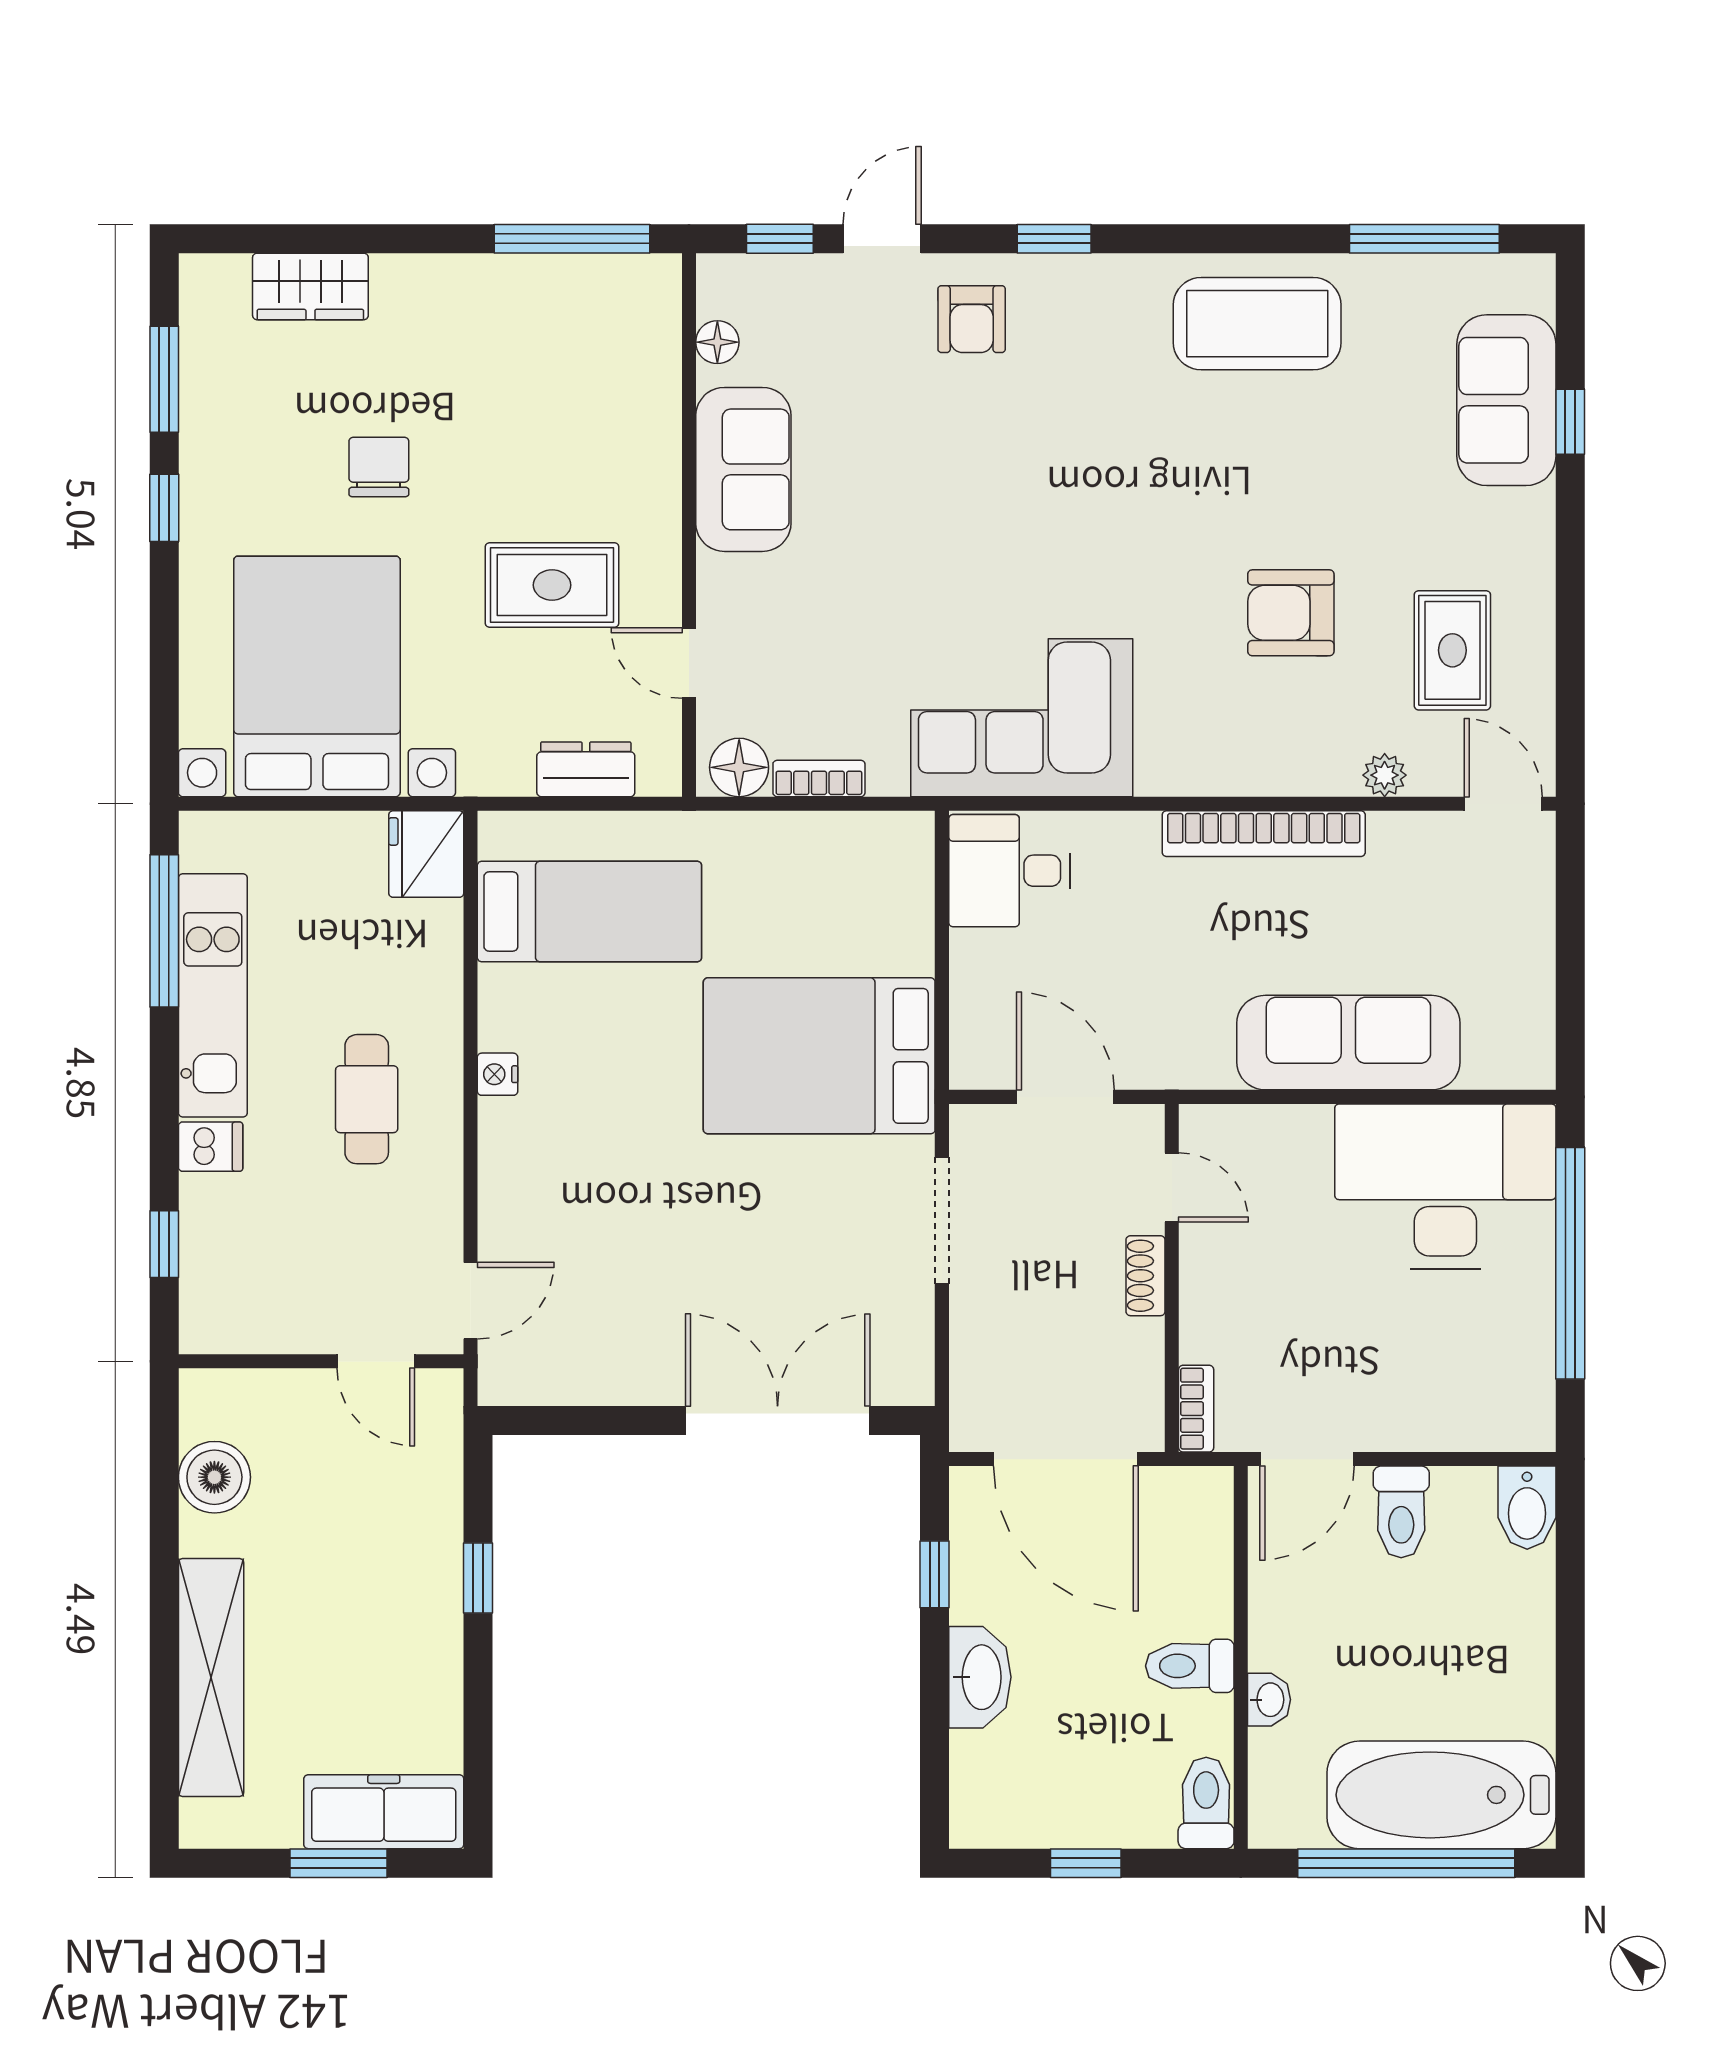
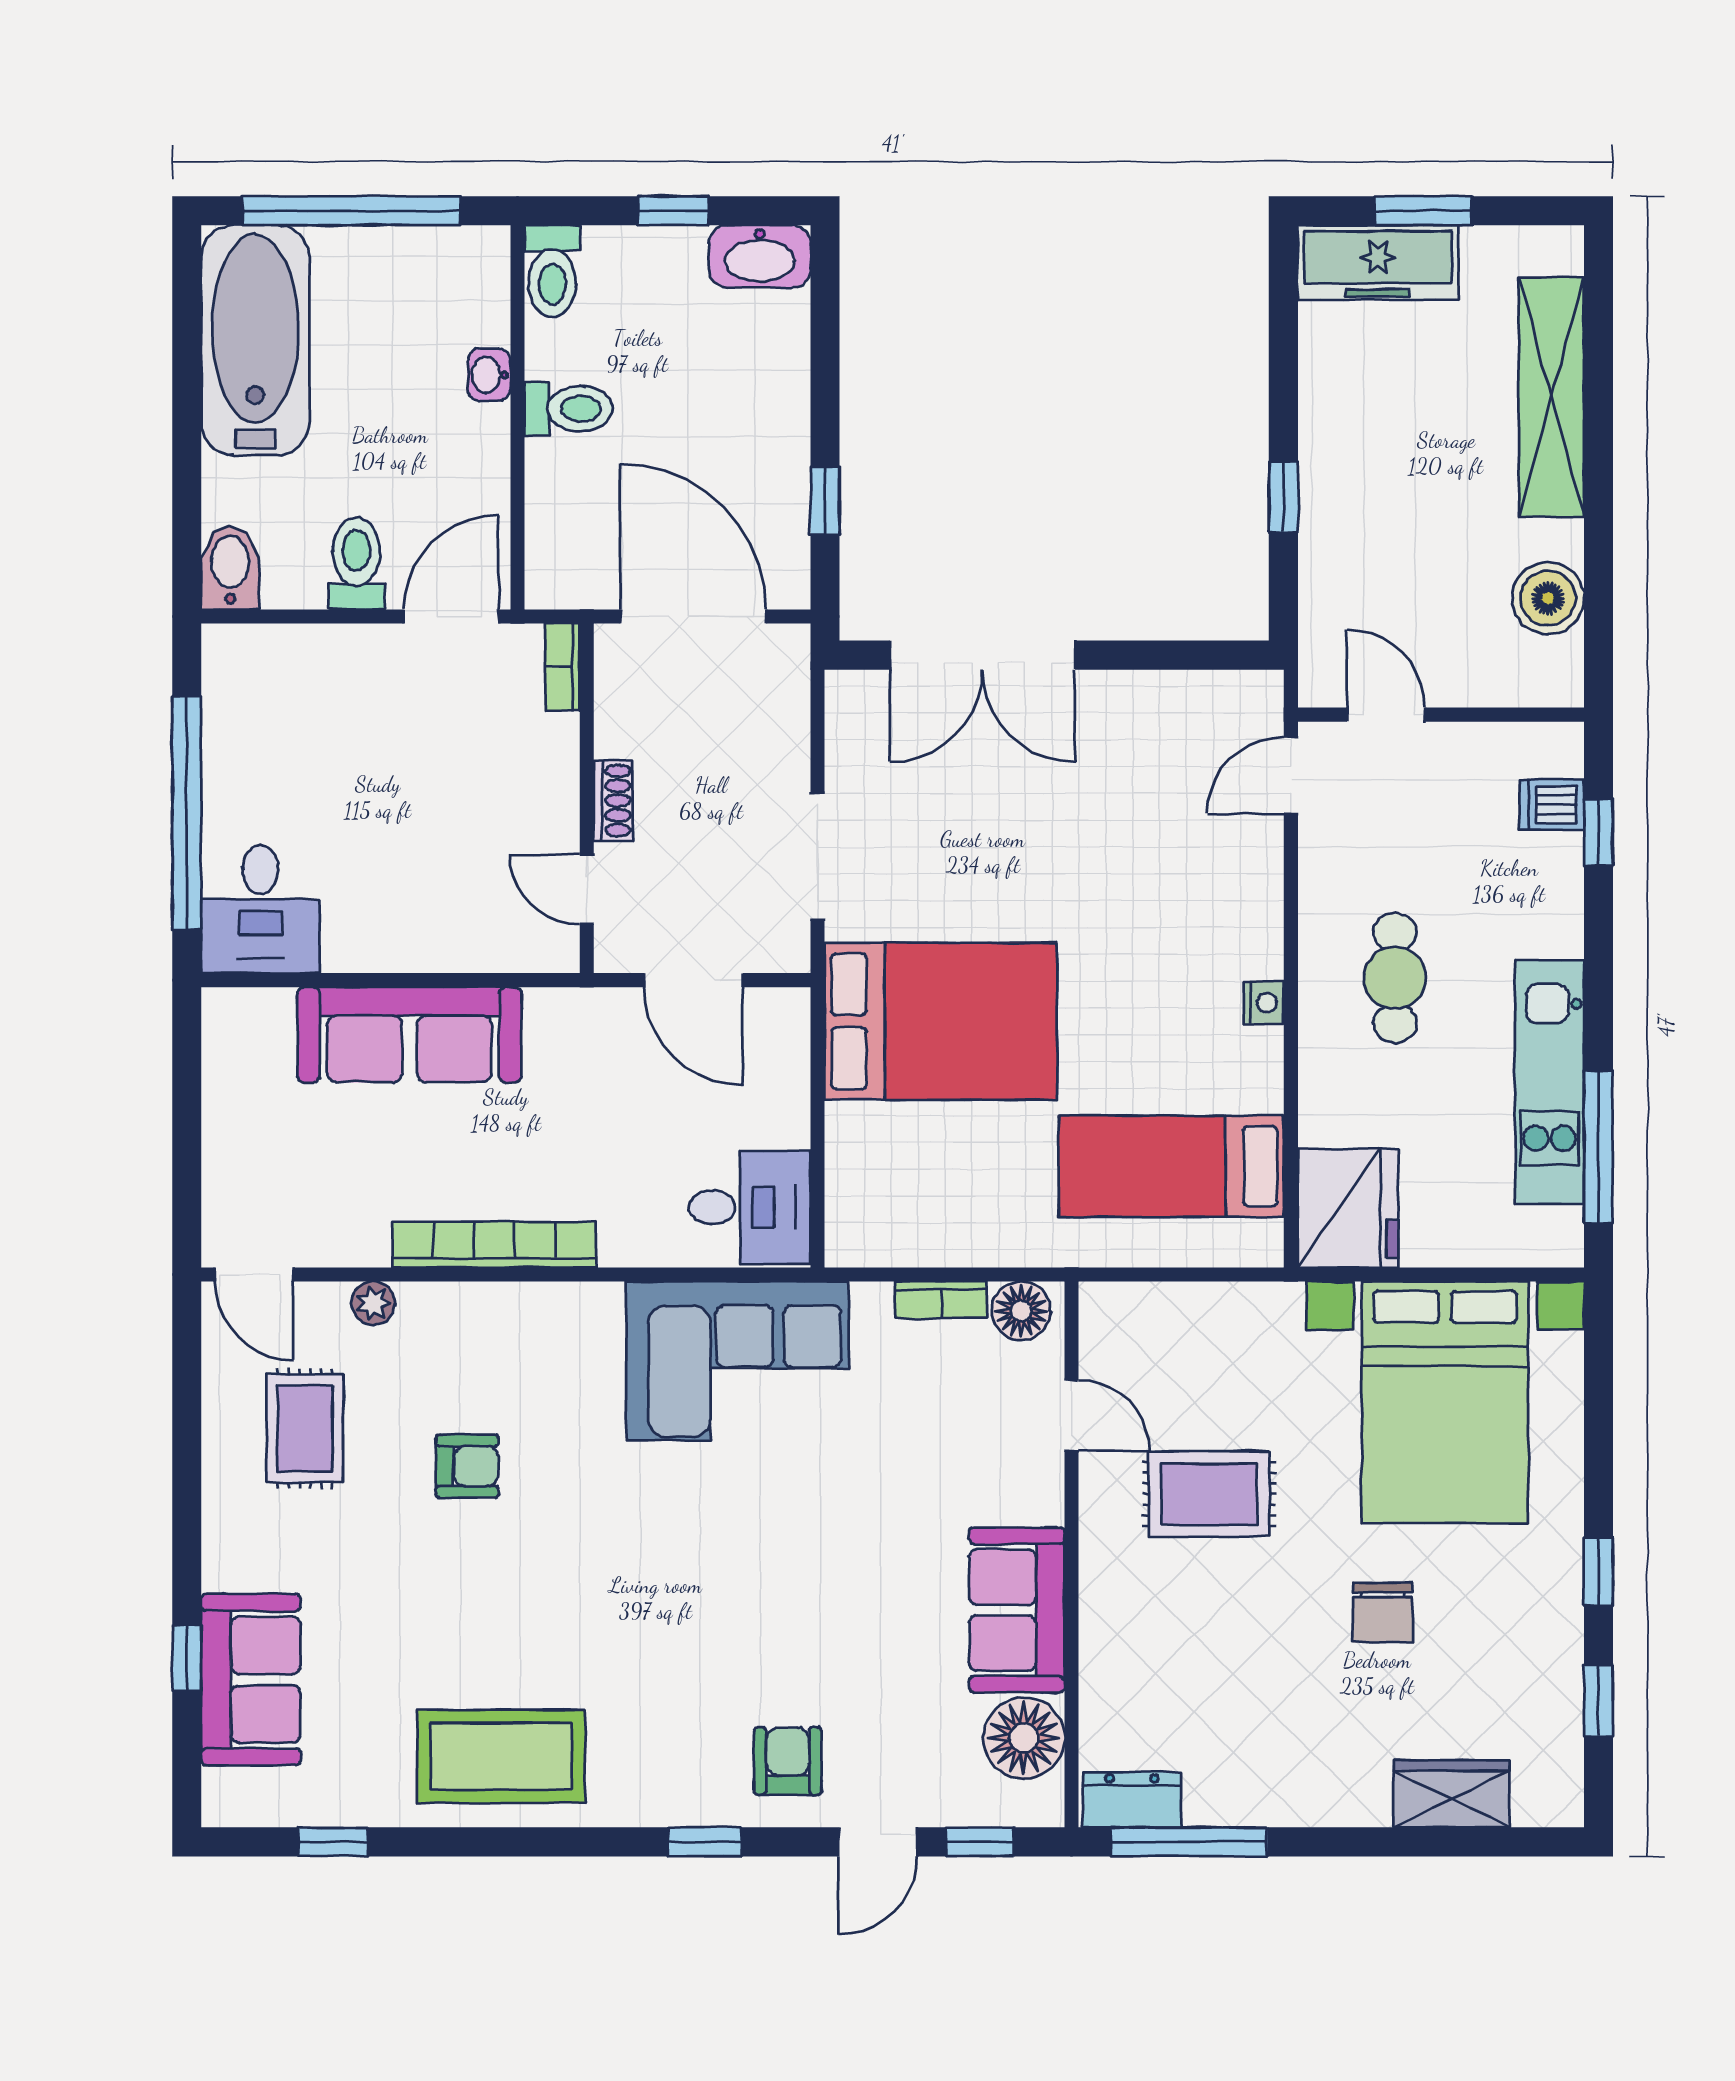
window: (1424, 239) -> (333, 1842), width x0.46
floor lamp: (717, 342) -> (1024, 1738), width x1.89, depth x1.89
window: (164, 379) -> (1598, 1701), width x0.67
armchair: (1291, 613) -> (467, 1466), width x0.72, depth x0.72
dresser: (586, 769) -> (1132, 1800), moved, turned 180
fridge: (426, 854) -> (1348, 1208), width x1.36, depth x1.34
dishwasher: (211, 1147) -> (1552, 805), moved
desk: (1445, 1187) -> (260, 909), width x0.53, depth x0.77
washbasin: (980, 1677) -> (760, 256), moved, turned -90
bathtub: (1441, 1795) -> (255, 340), moved, turned -90

